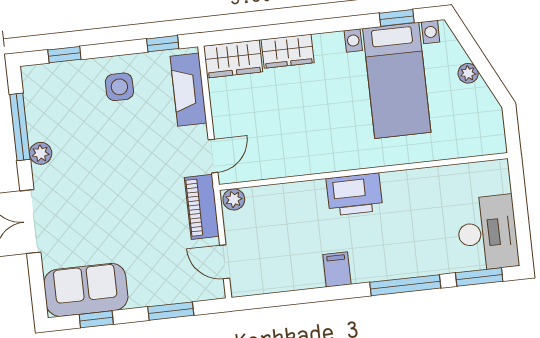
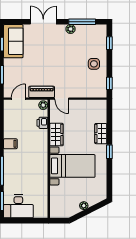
window: (397, 18) -> (109, 152), moved
wardrobe: (233, 59) -> (56, 135), moved, turned 180
bed with nightstands: (397, 80) -> (72, 166), moved, turned 180
fireplace: (188, 90) -> (90, 92), removed
printer: (354, 194) -> (42, 123), moved, width x0.53, depth x0.68

